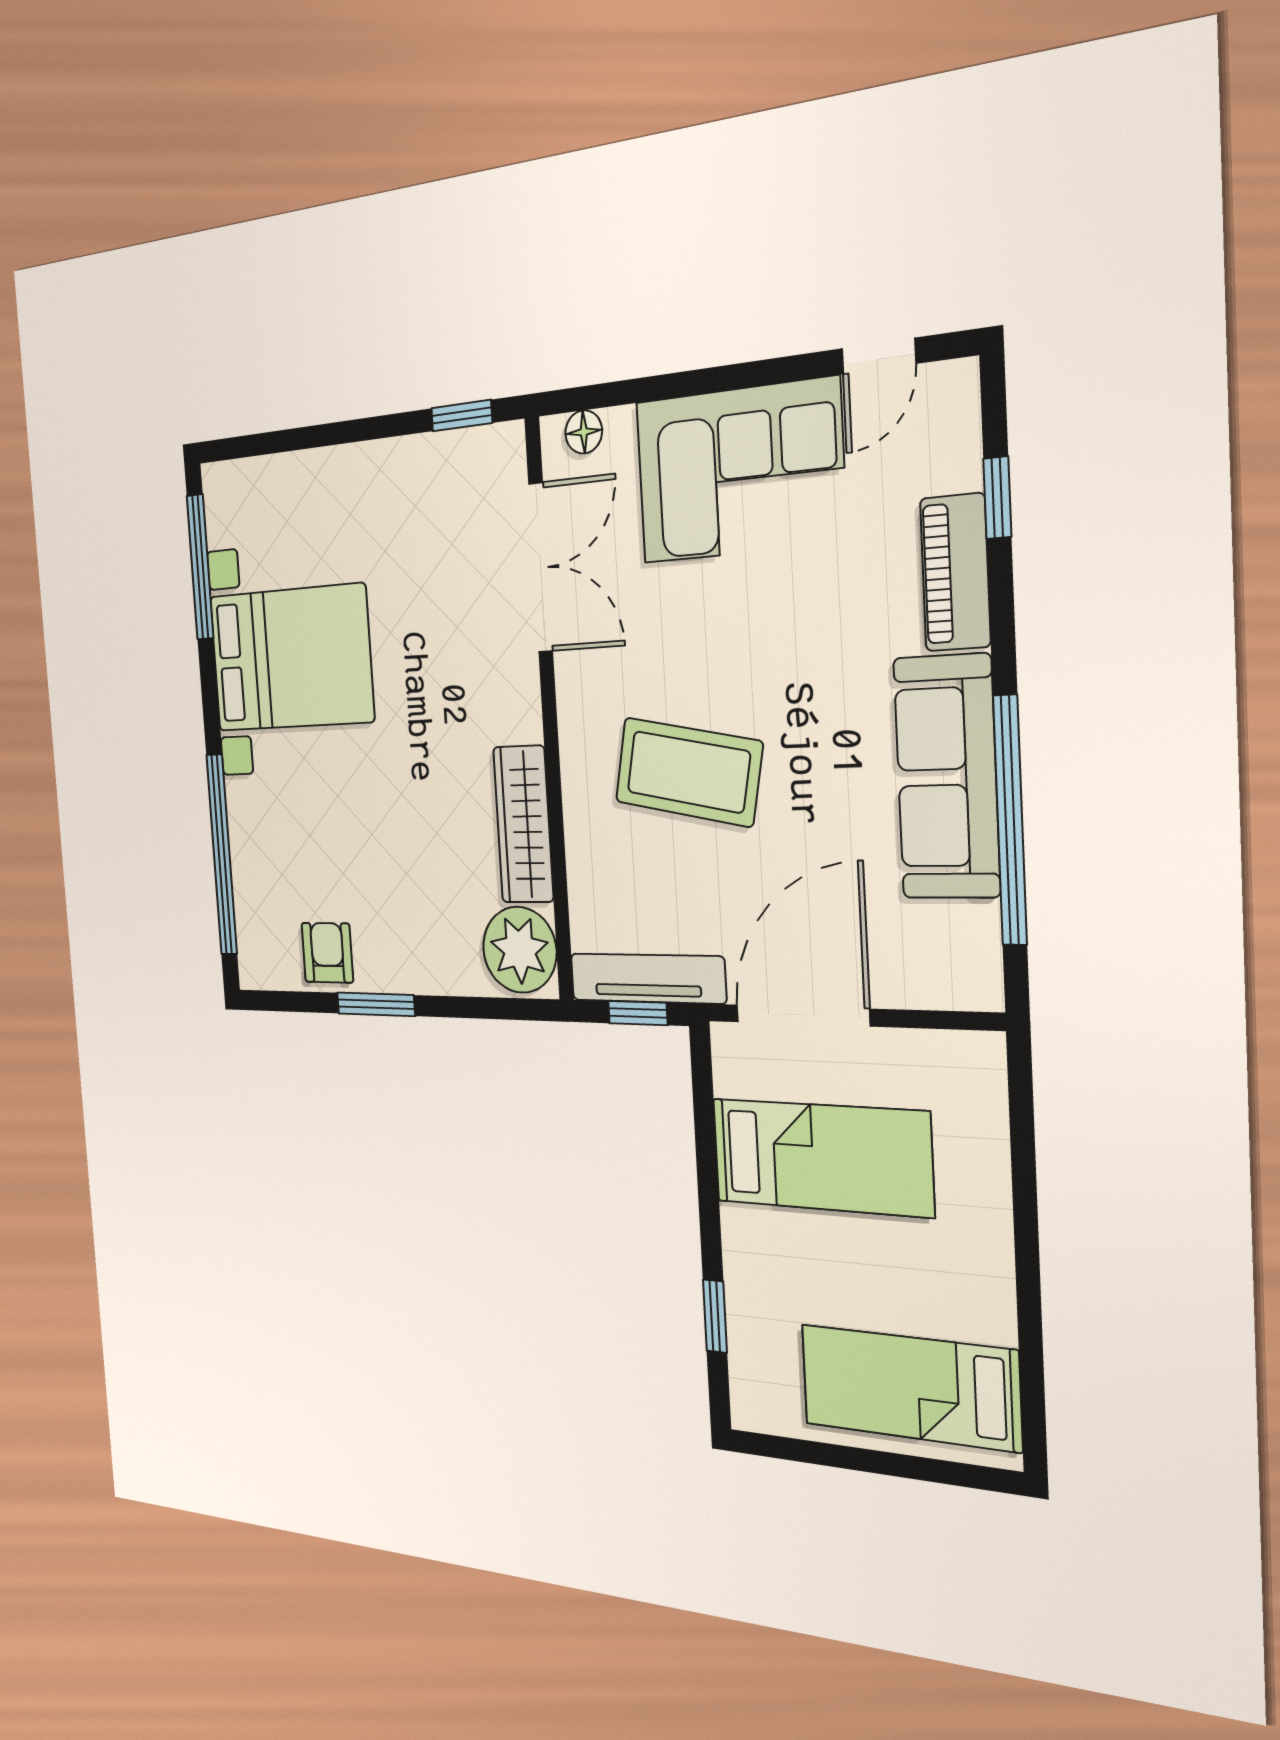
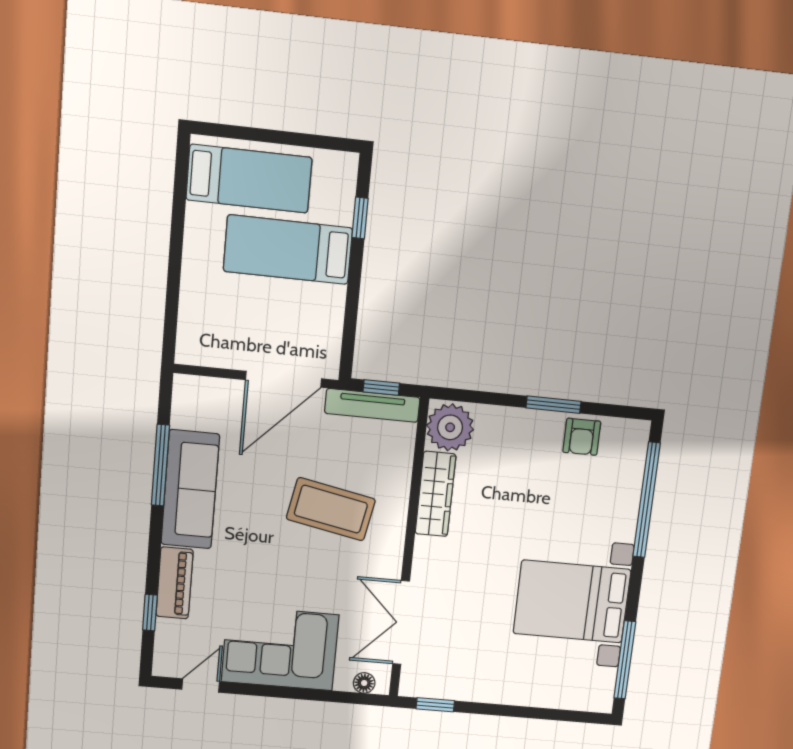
window: (1010, 820) -> (160, 465), width x0.68
bed: (821, 1157) -> (288, 250), moved

